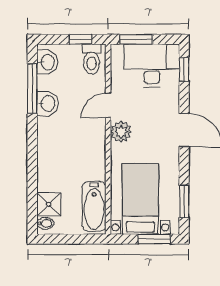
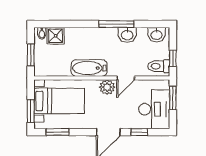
window: (184, 69) -> (139, 132), moved
window: (32, 89) -> (116, 24), moved
door: (108, 105) -> (126, 78), swing flipped
bathtub: (94, 206) -> (89, 68), moved
window: (76, 239) -> (31, 55), added

